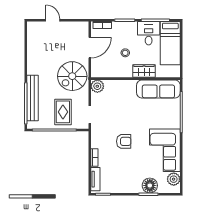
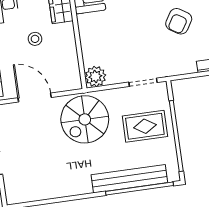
spiral stairs: (72, 76) -> (85, 119), turned 90
armchair: (124, 141) -> (179, 21), turned -148

